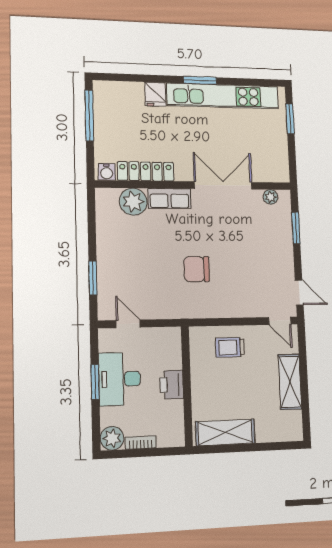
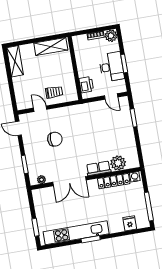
fridge: (155, 94) -> (130, 223), moved
chair: (196, 269) -> (55, 139), moved
door: (280, 321) -> (40, 109), moved
shelving: (290, 382) -> (15, 61), moved
printer: (172, 385) -> (86, 85), moved

